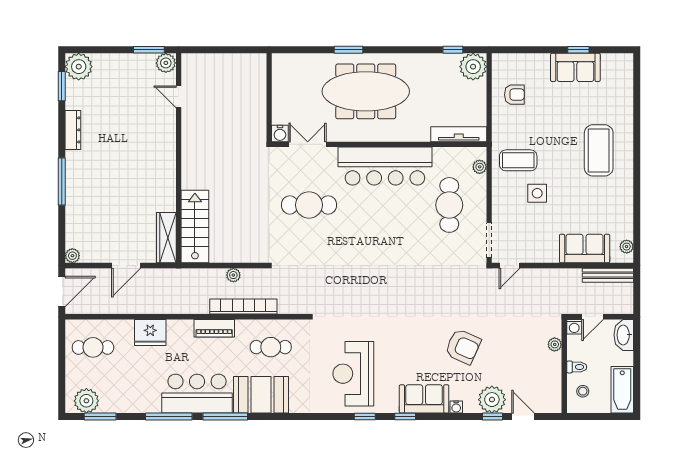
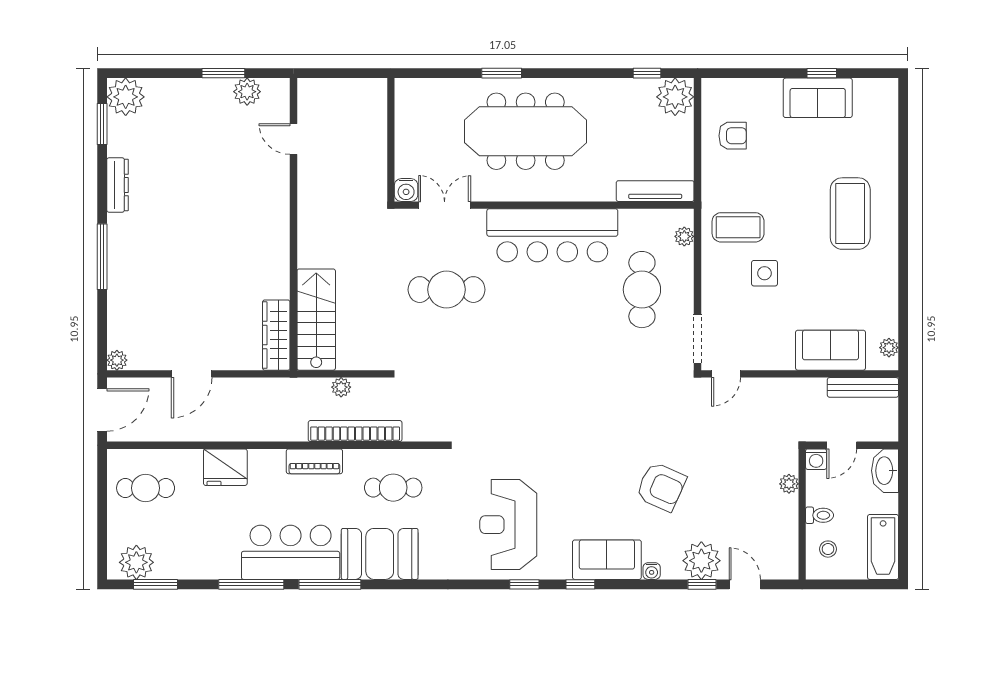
door: (179, 97) -> (293, 139), moved
wall: (179, 158) -> (293, 224), moved
stairs: (195, 227) -> (316, 320), moved
wardrobe: (166, 238) -> (276, 335), moved

